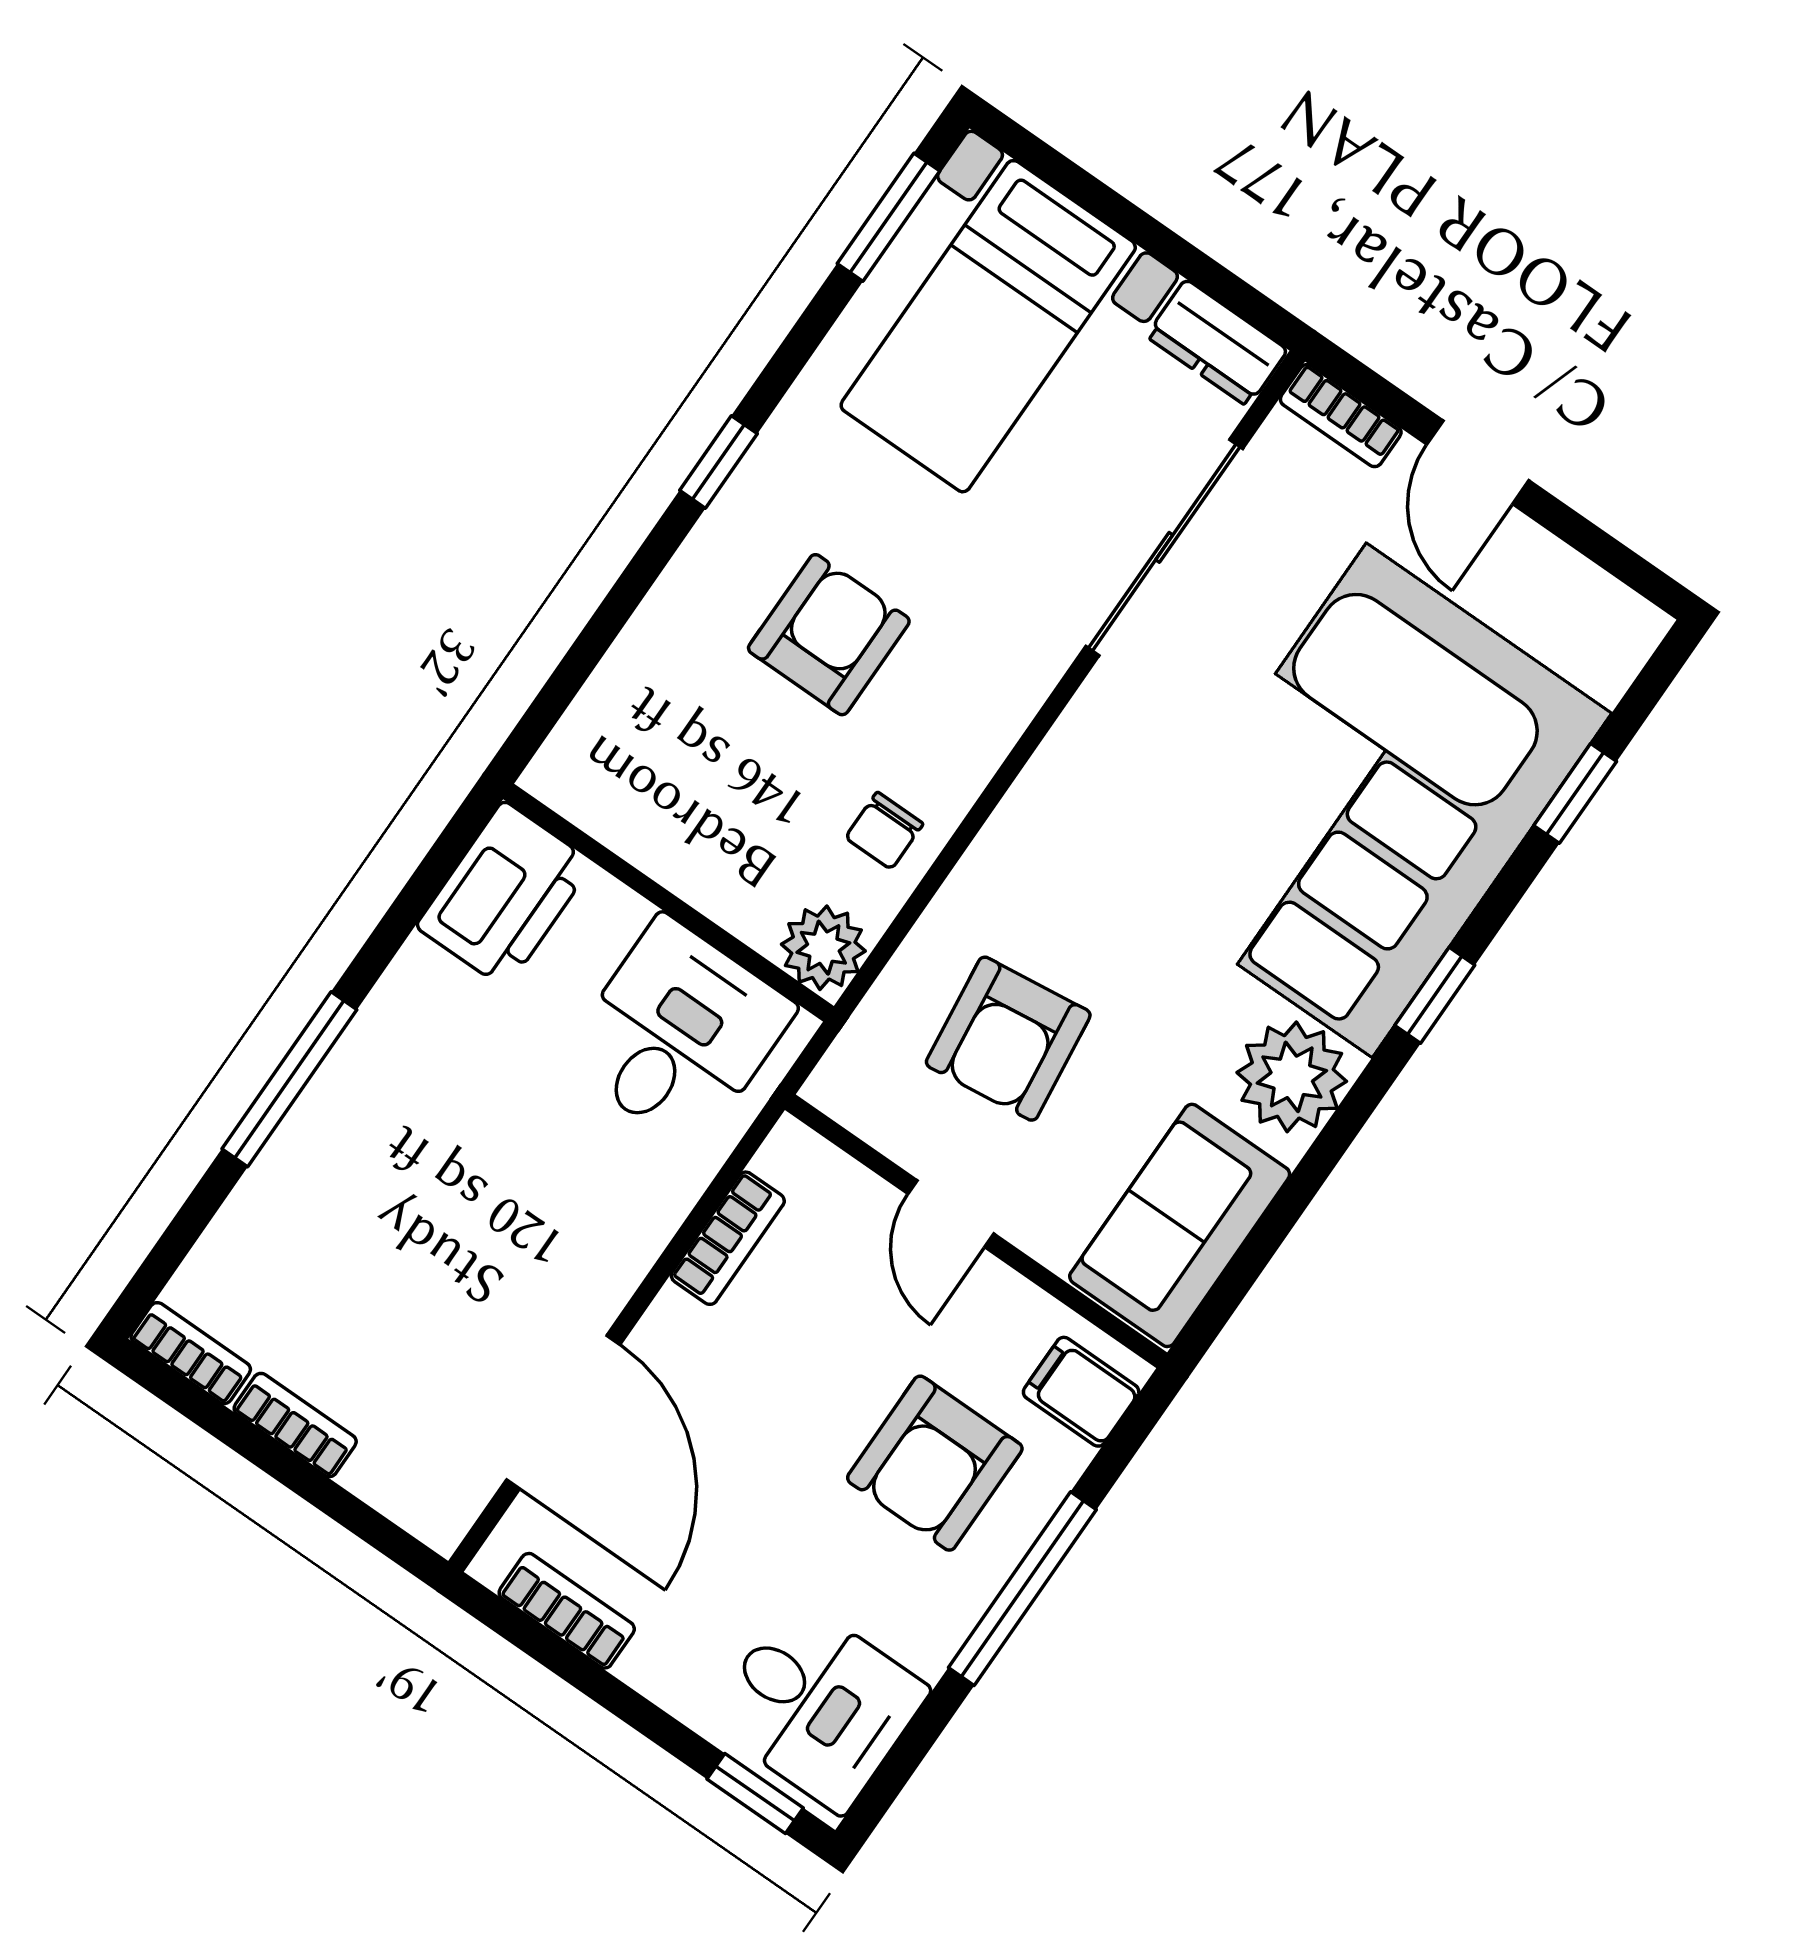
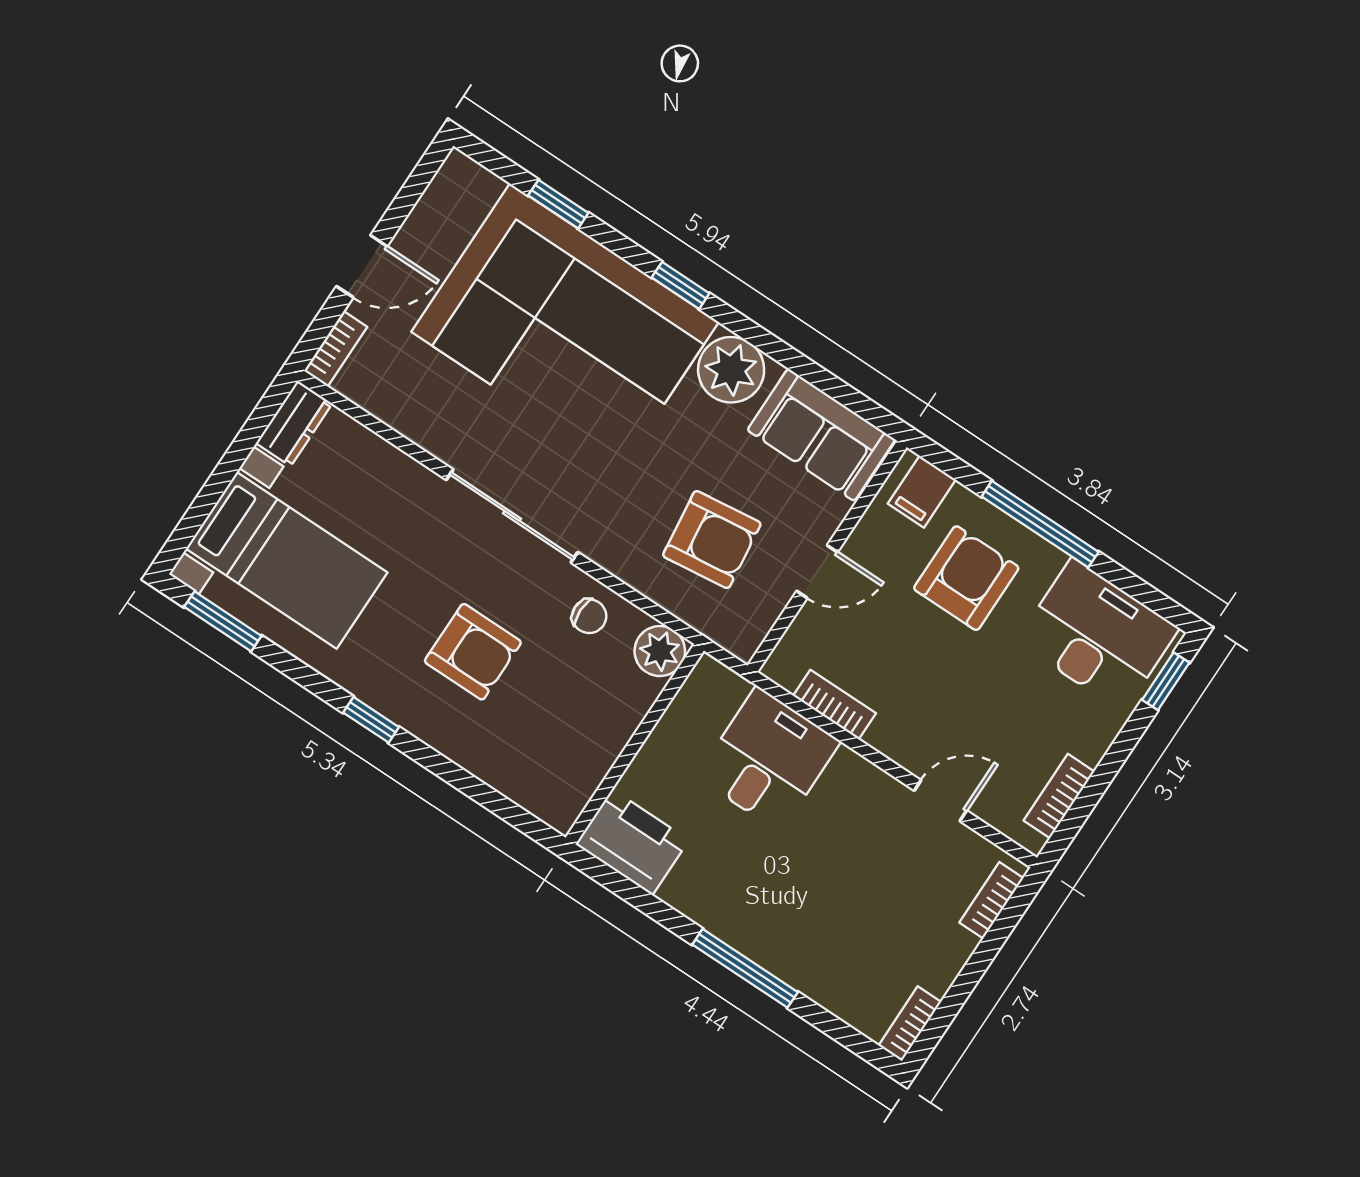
sliding door: (1164, 547) -> (512, 516), moved
armchair: (829, 635) -> (473, 652), turned 180
desk: (678, 1033) -> (768, 759), moved, turned 90
door: (563, 1412) -> (940, 801), width x0.53
bookcase: (295, 1425) -> (991, 900), moved
armchair: (935, 1463) -> (966, 578), turned -90
desk: (818, 1705) -> (1098, 635), width x1.37

